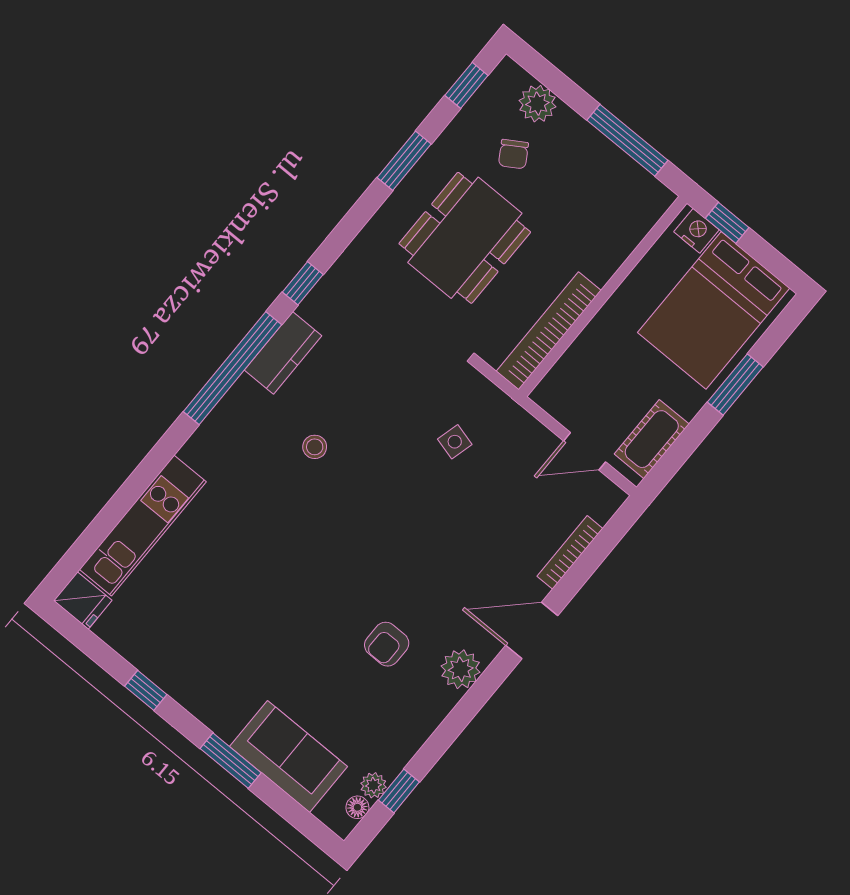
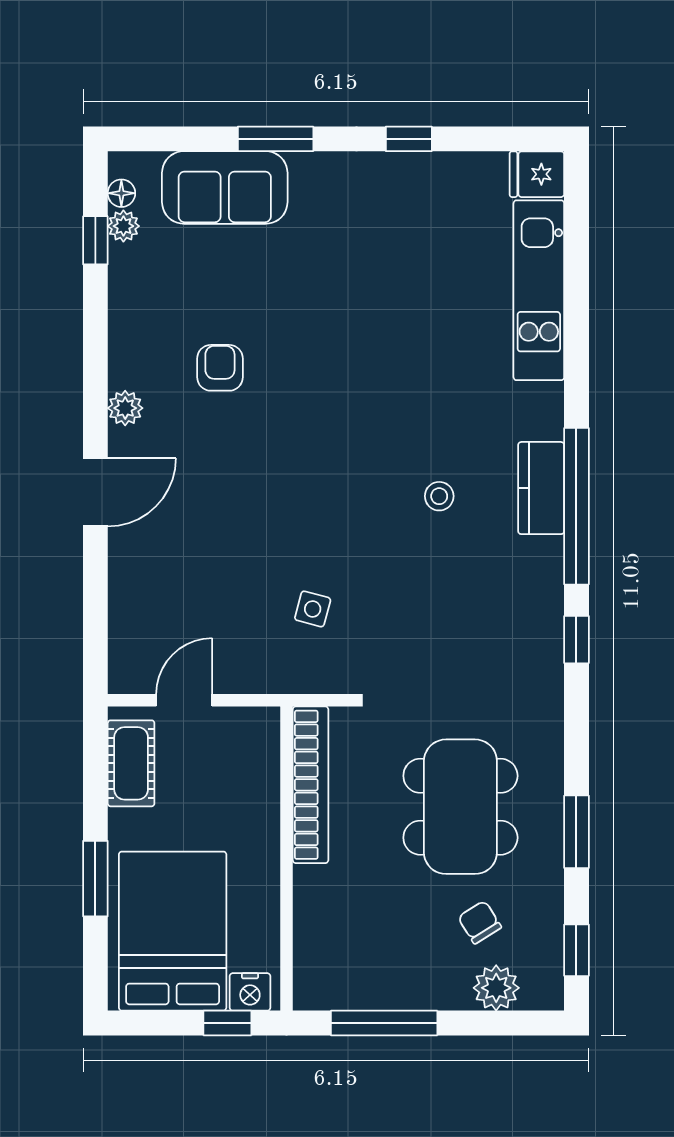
kitchen counter: (283, 353) -> (541, 488), moved
bookcase: (570, 552) -> (120, 595), removed
plant: (461, 669) -> (125, 408), width x0.73, depth x0.73

